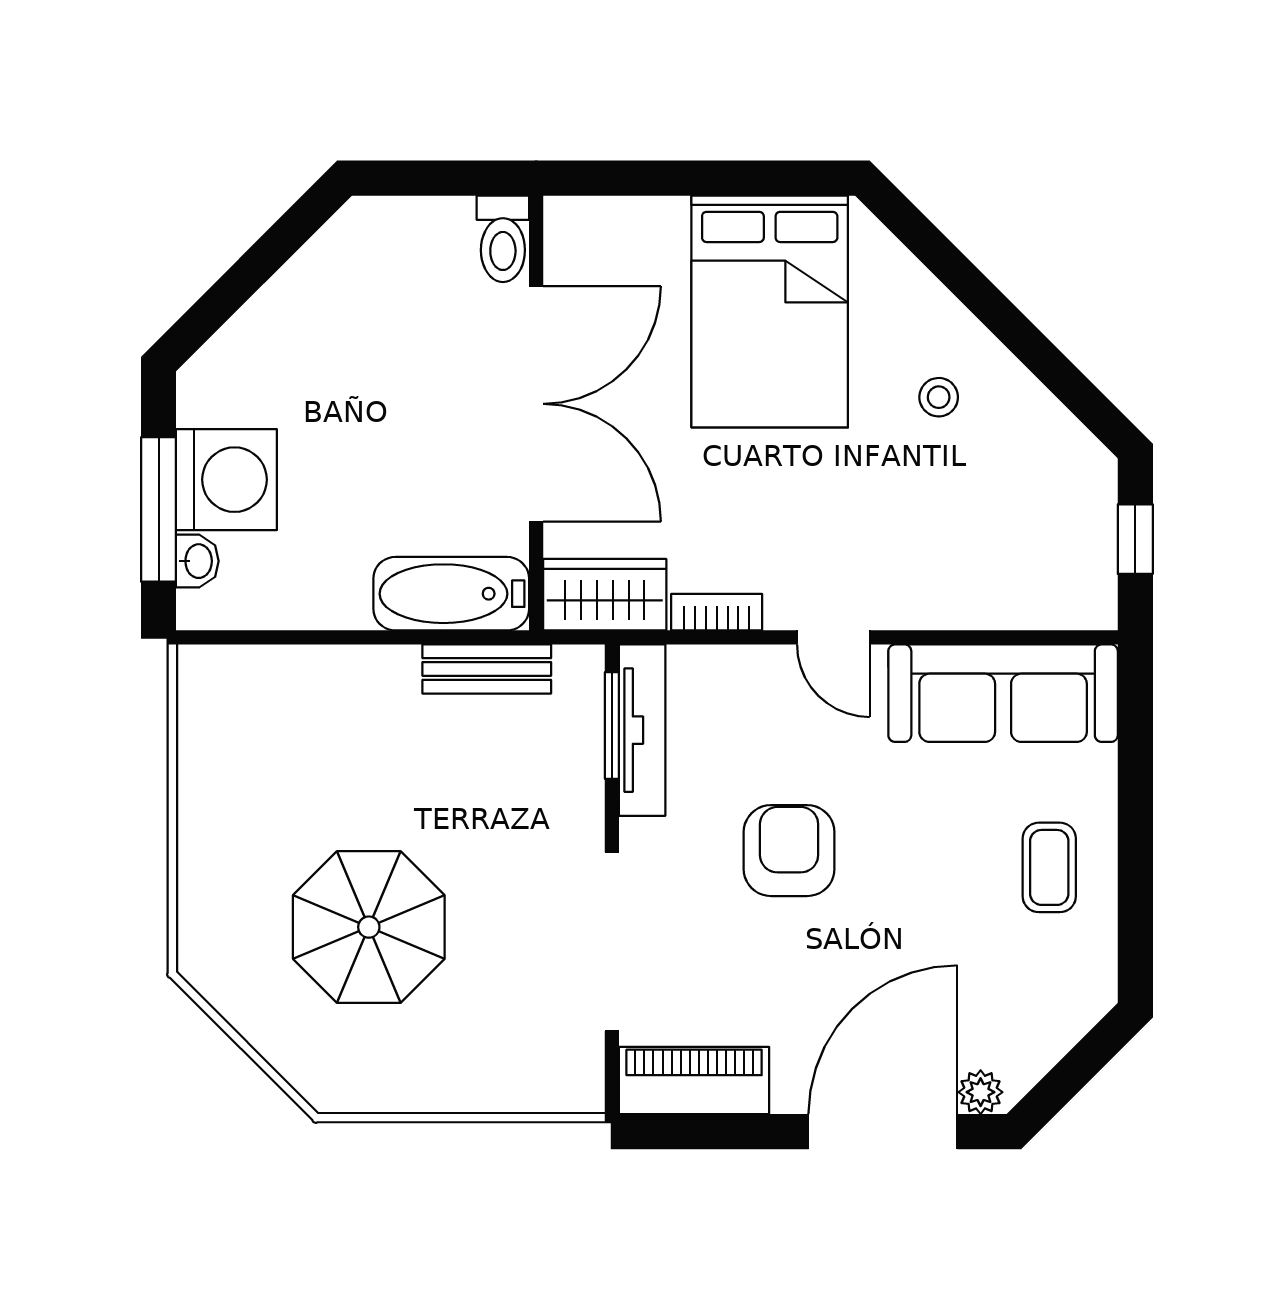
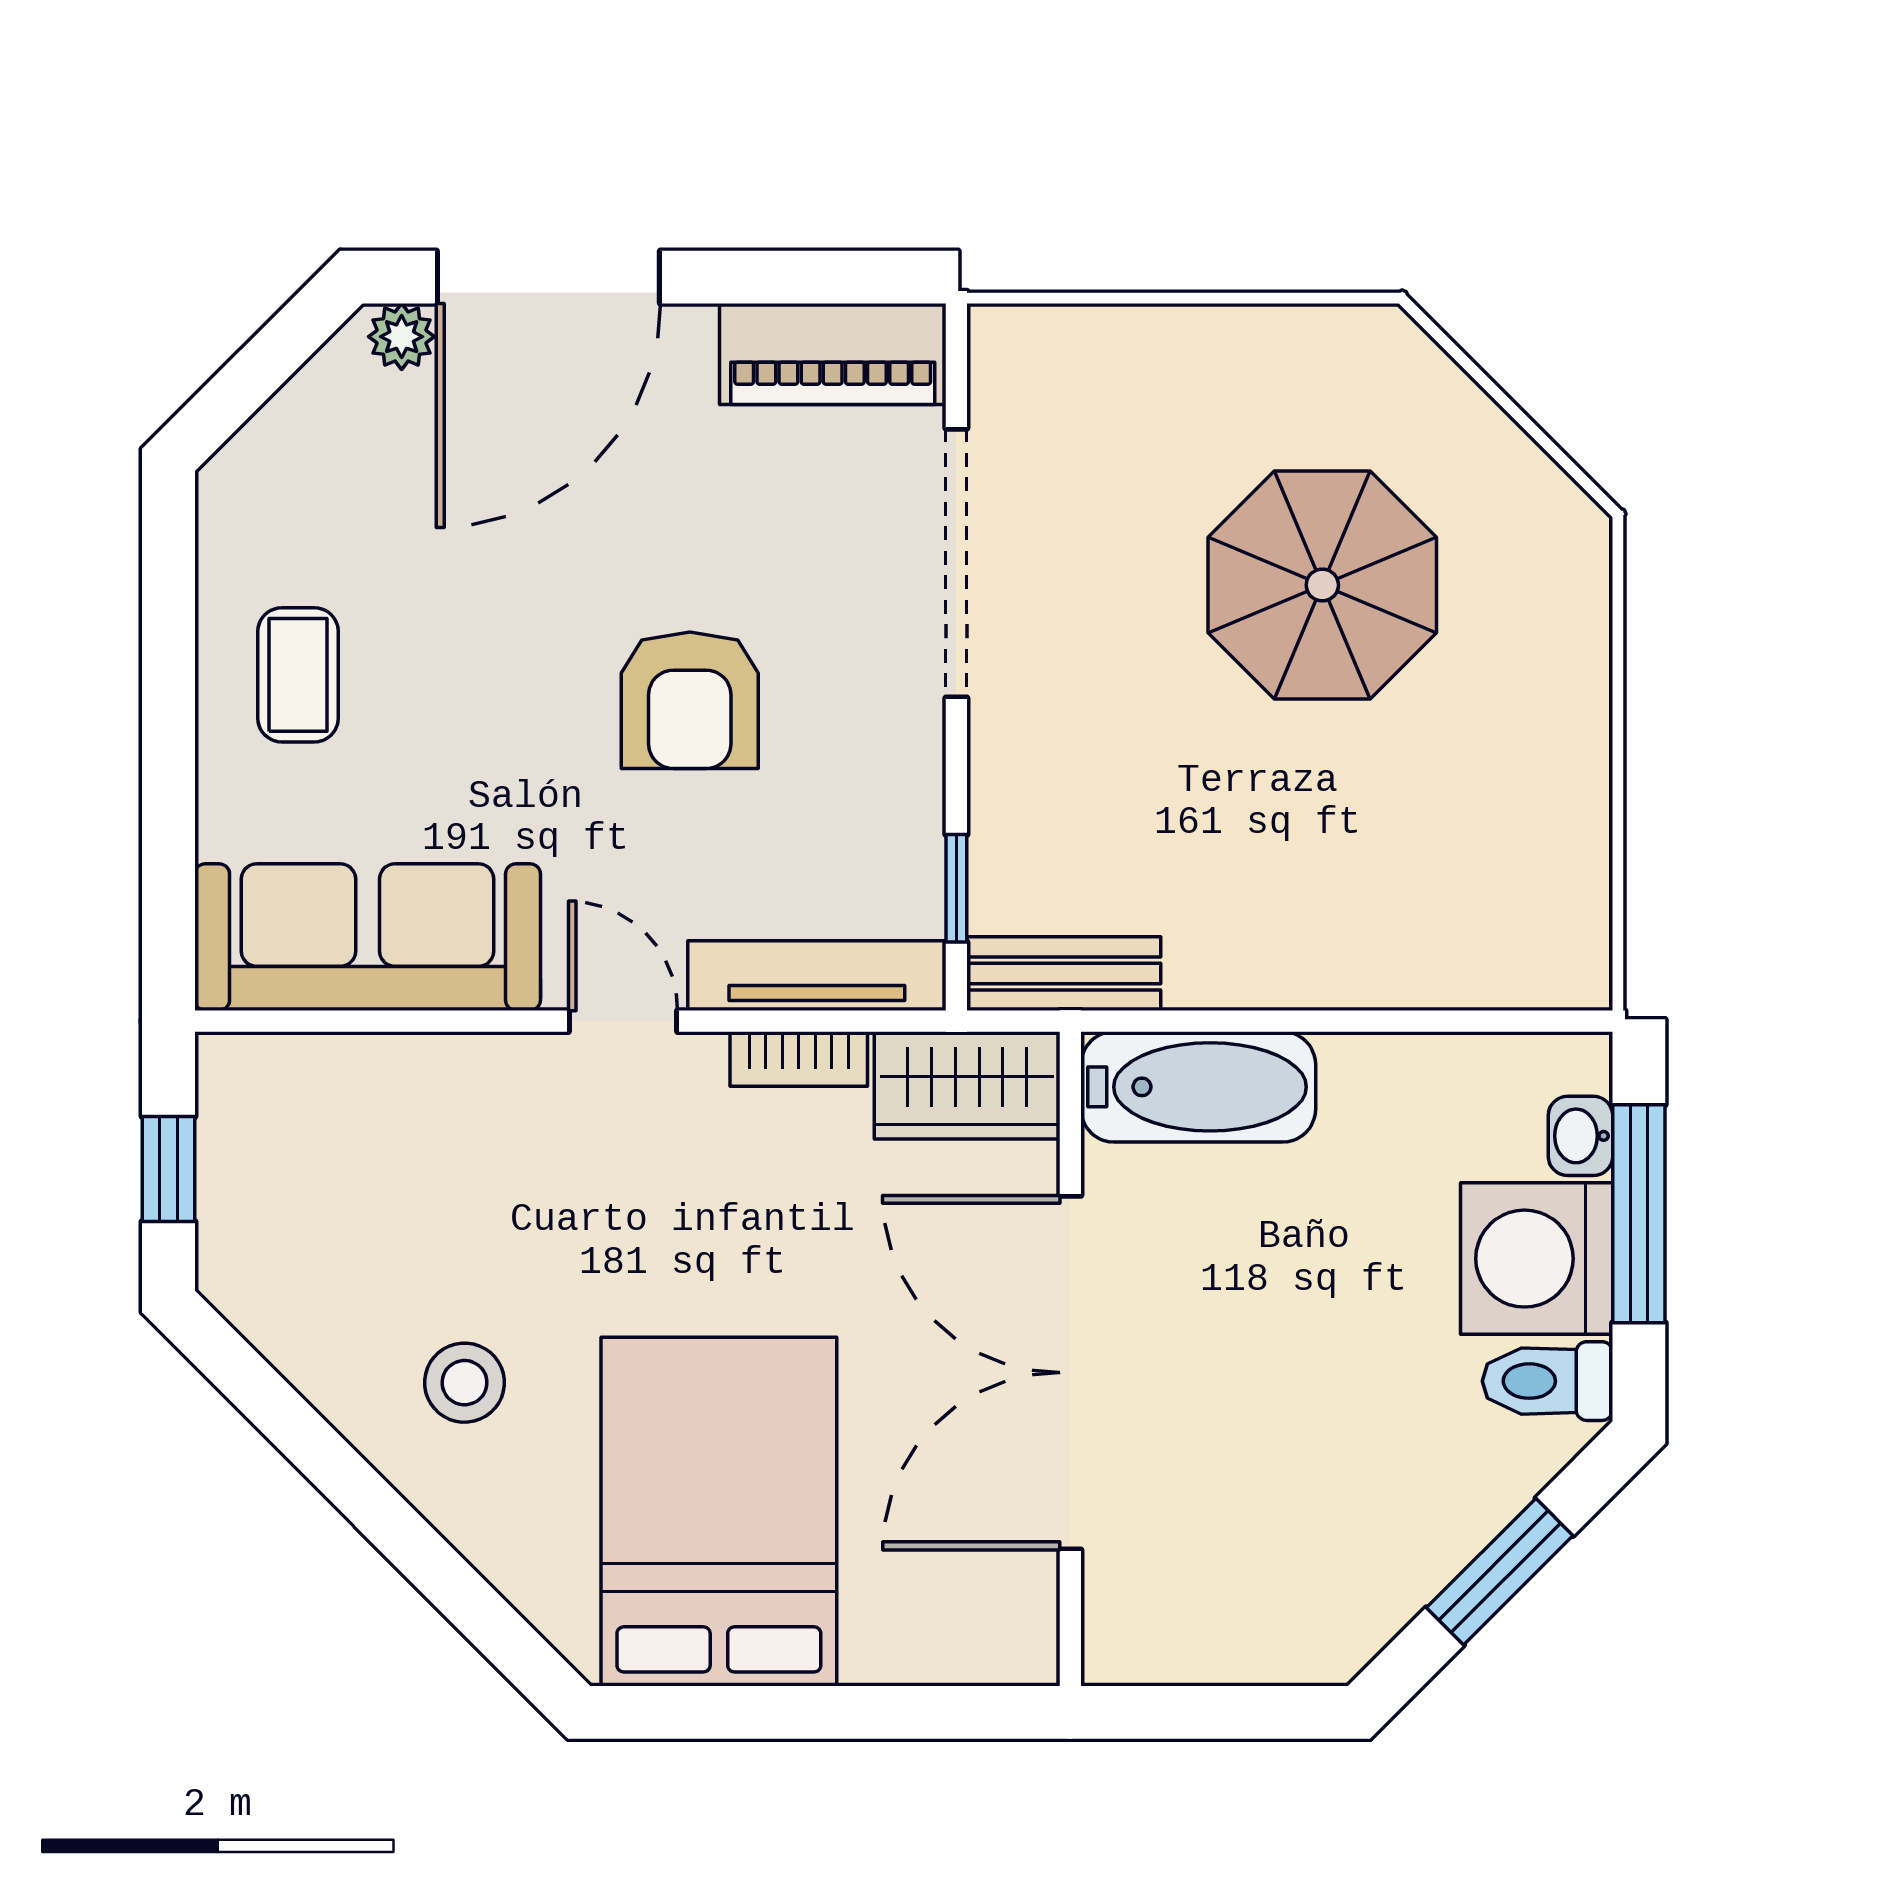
toilet: (503, 239) -> (1548, 1381), moved, turned -90
window: (251, 272) -> (1500, 1572), added
stool: (939, 397) -> (465, 1383), width x1.37, depth x1.37
bench: (487, 669) -> (1064, 974), moved
window: (612, 726) -> (956, 888), width x0.67
tv unit: (642, 730) -> (817, 976), moved, turned 90

